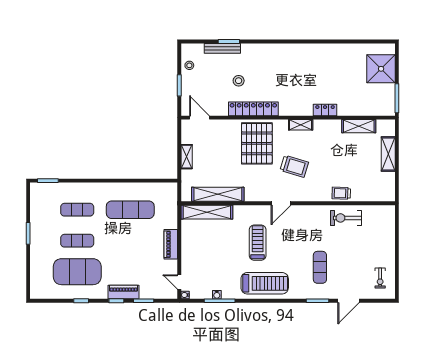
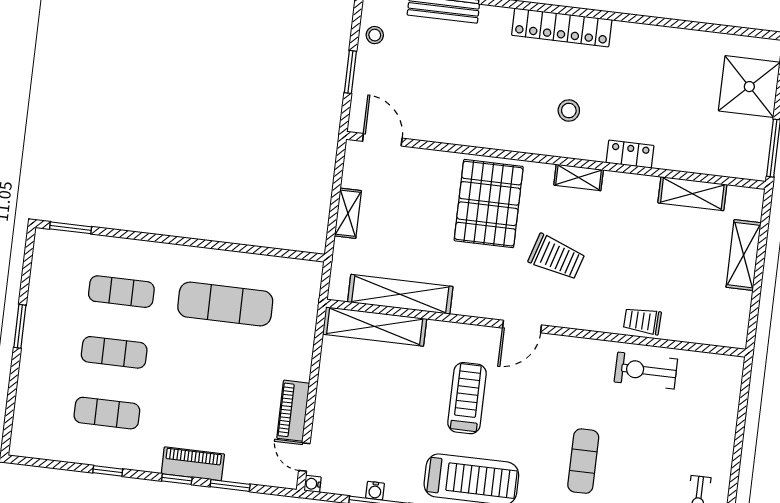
stool: (239, 81) -> (569, 111), moved
locker: (253, 109) -> (562, 27), moved, turned 180
piano: (171, 244) -> (293, 411), moved
exercise mat: (77, 272) -> (107, 413), width x0.50, depth x0.69

